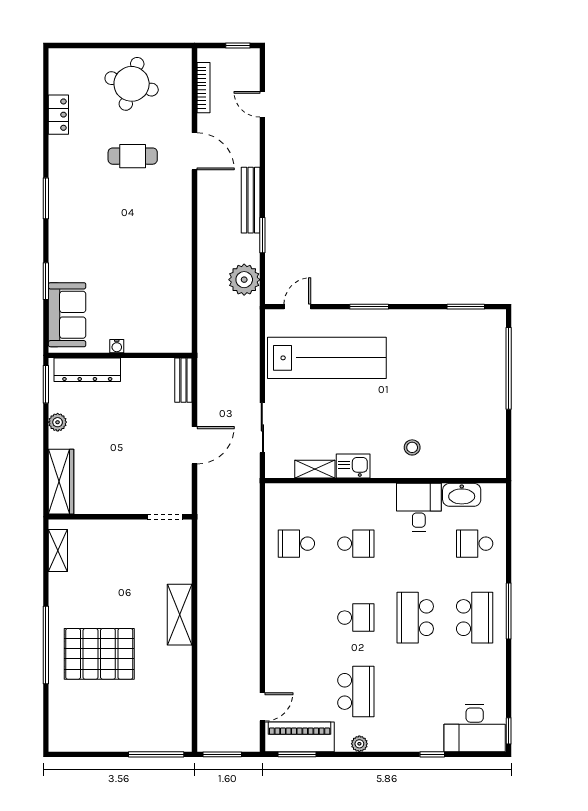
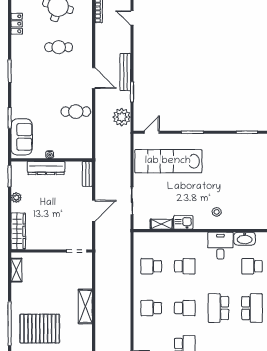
door: (195, 151) -> (94, 78), moved
cafe table: (163, 270) -> (76, 112), added
lab bench: (327, 358) -> (168, 161), turned 180
dresser: (87, 370) -> (46, 168), moved
school desk: (296, 618) -> (151, 308), added

